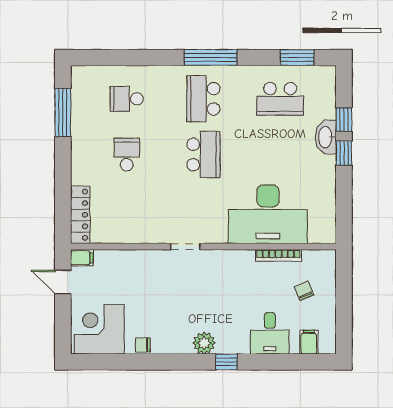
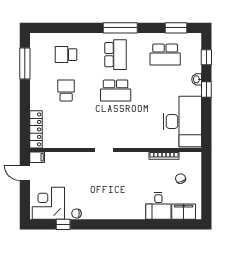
school desk: (203, 99) -> (116, 55), turned 180
window: (344, 119) -> (206, 57), moved
washbasin: (326, 137) -> (197, 79), width x0.52, depth x0.69
school desk: (203, 154) -> (116, 91), turned 90
desk: (268, 214) -> (182, 121), moved, turned -90
filing cabinet: (309, 342) -> (184, 212), width x2.00
plant: (204, 343) -> (116, 212), removed
window: (226, 362) -> (63, 224), moved

